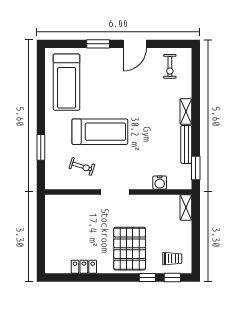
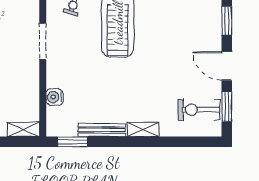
window: (167, 44) -> (227, 107), added
exercise bike: (170, 66) -> (199, 110), width x1.38, depth x1.39

